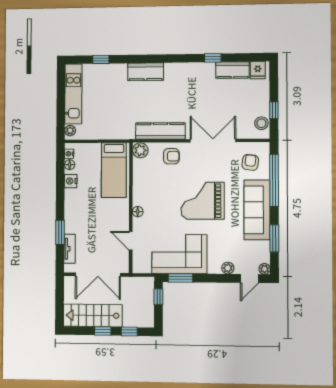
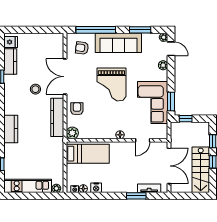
window: (274, 110) -> (42, 30), removed
stool: (261, 123) -> (35, 89), moved

